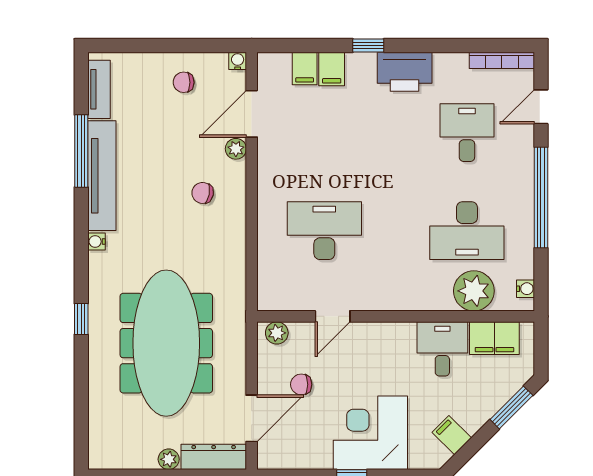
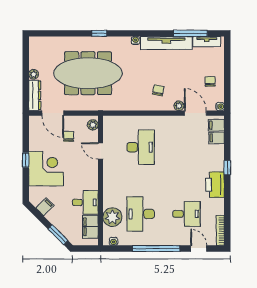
filing cabinet: (332, 69) -> (216, 125), moved
window: (81, 151) -> (190, 33), moved

